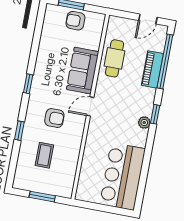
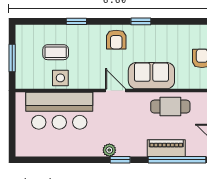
window: (28, 84) -> (141, 21), moved
armchair: (54, 118) -> (116, 40), moved
side table: (69, 155) -> (60, 78), added
bar counter: (123, 176) -> (59, 111), moved, turned 180

